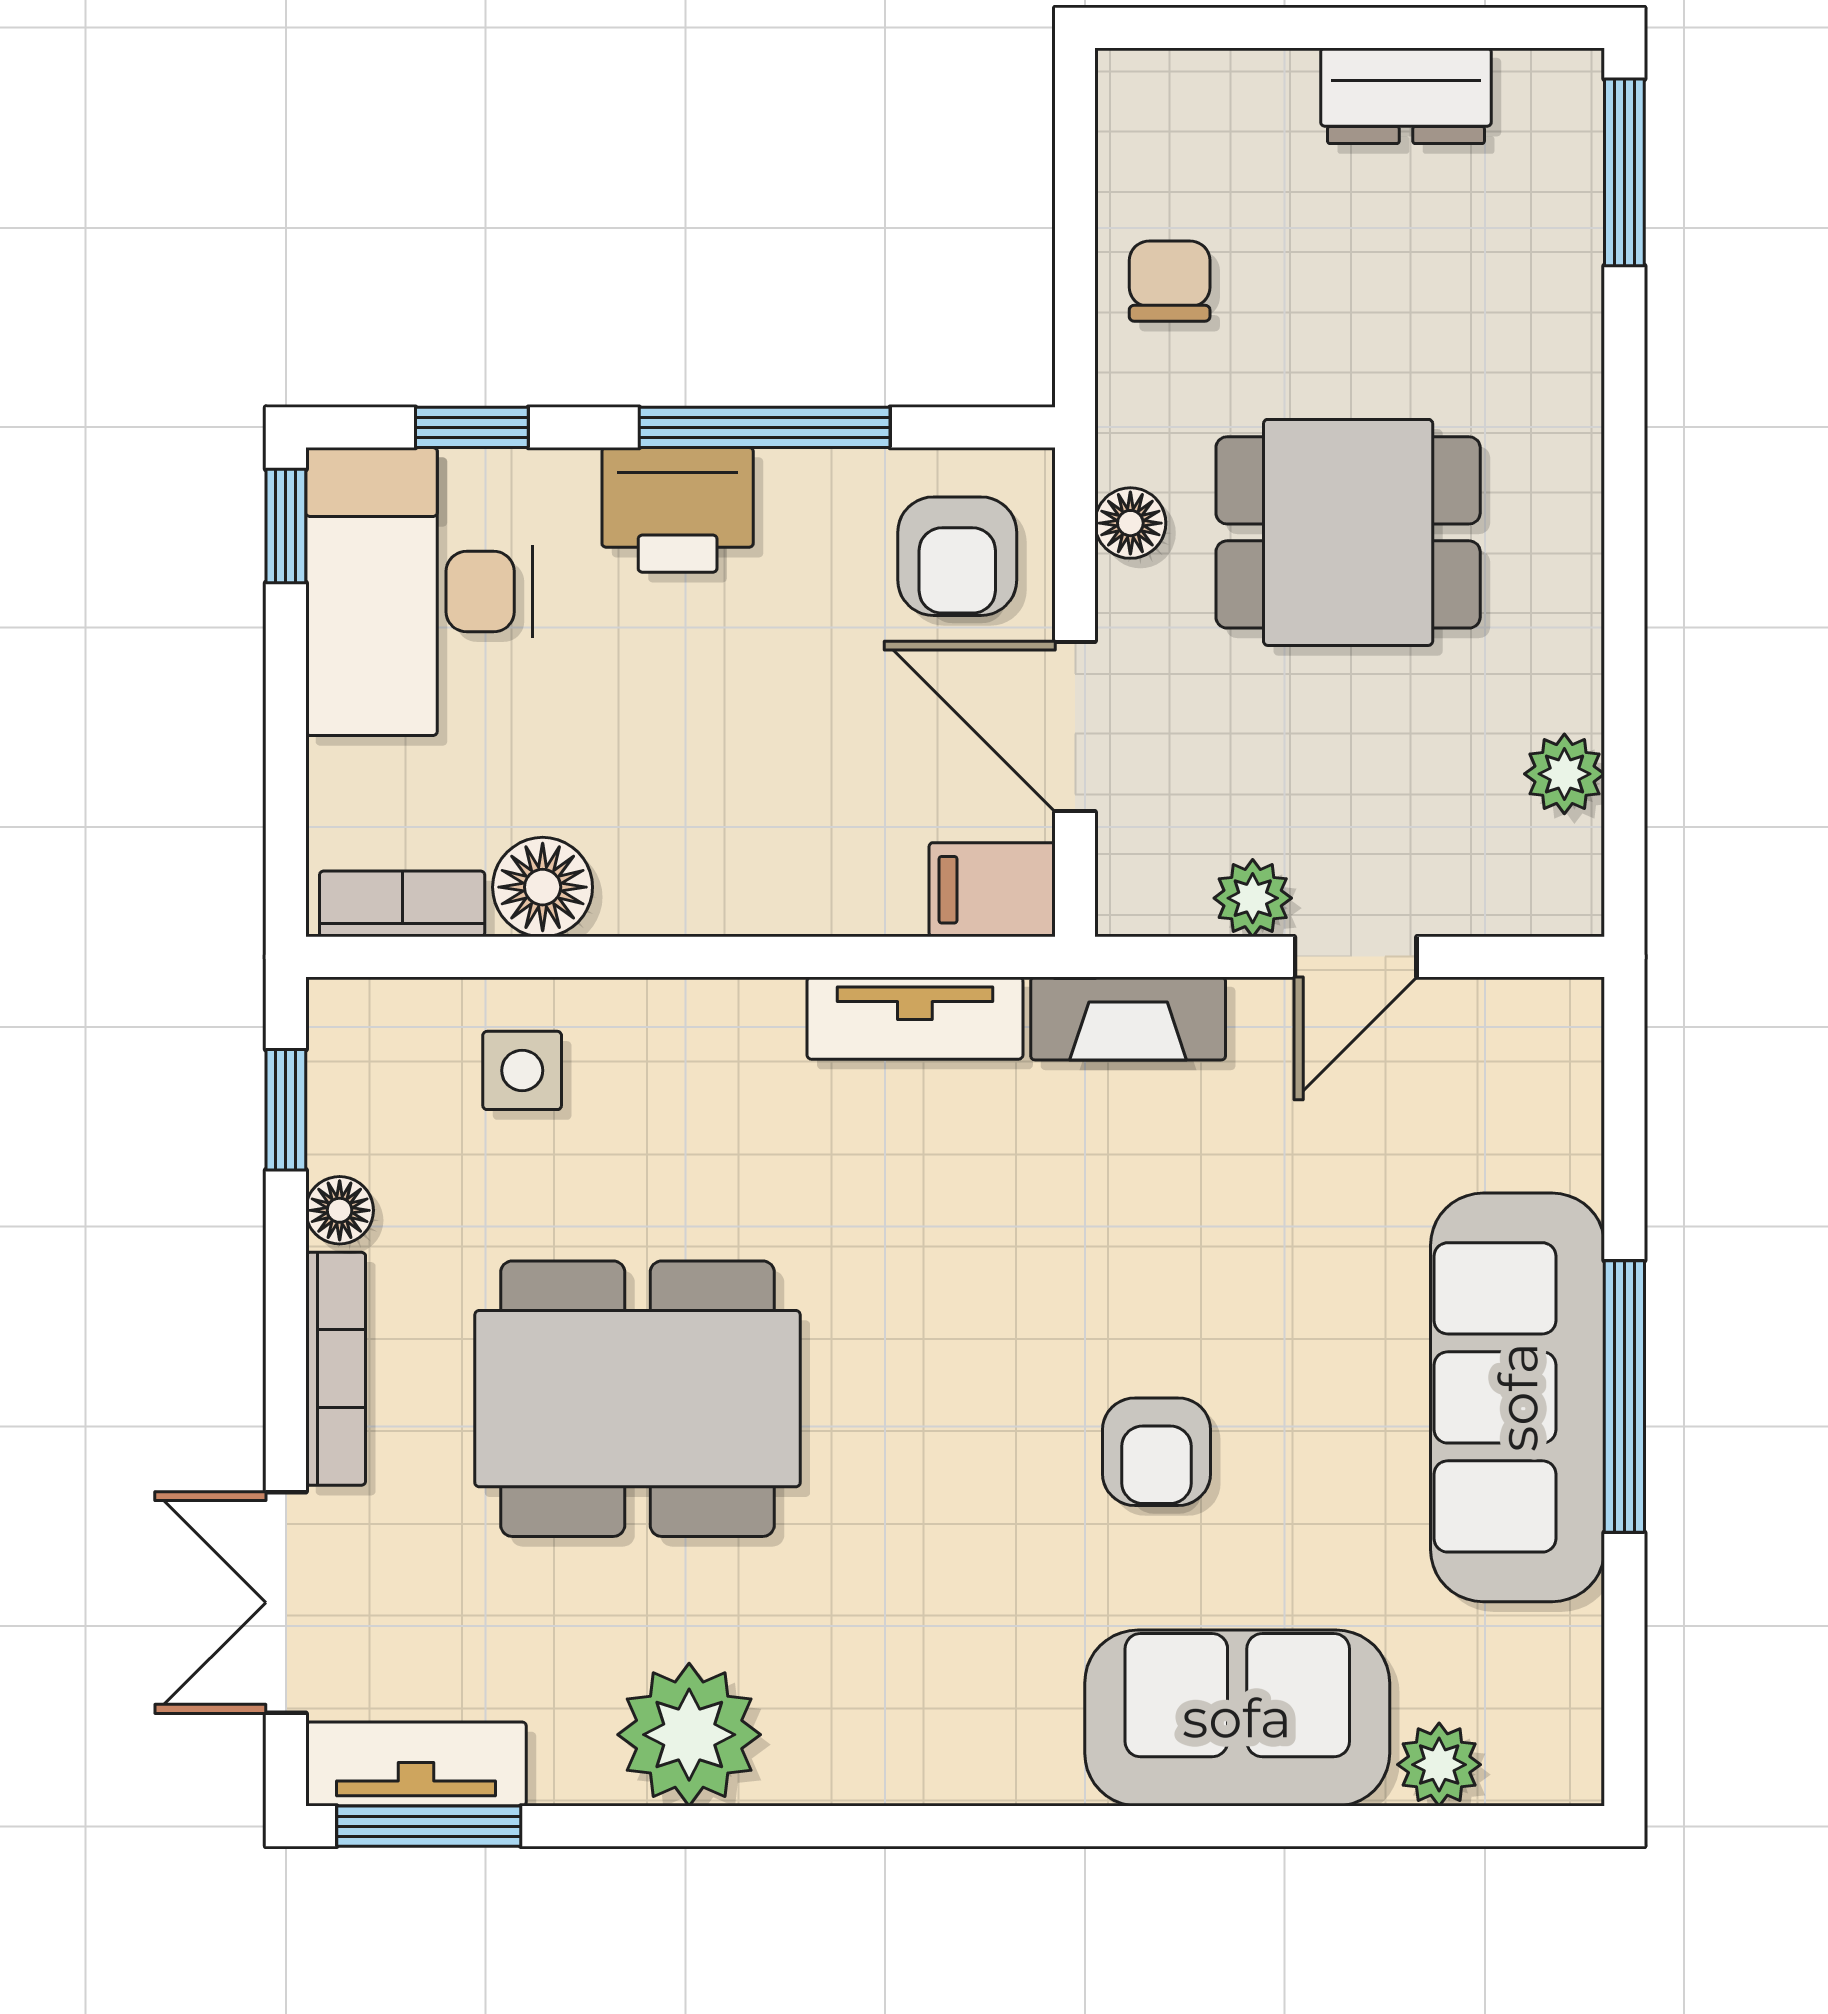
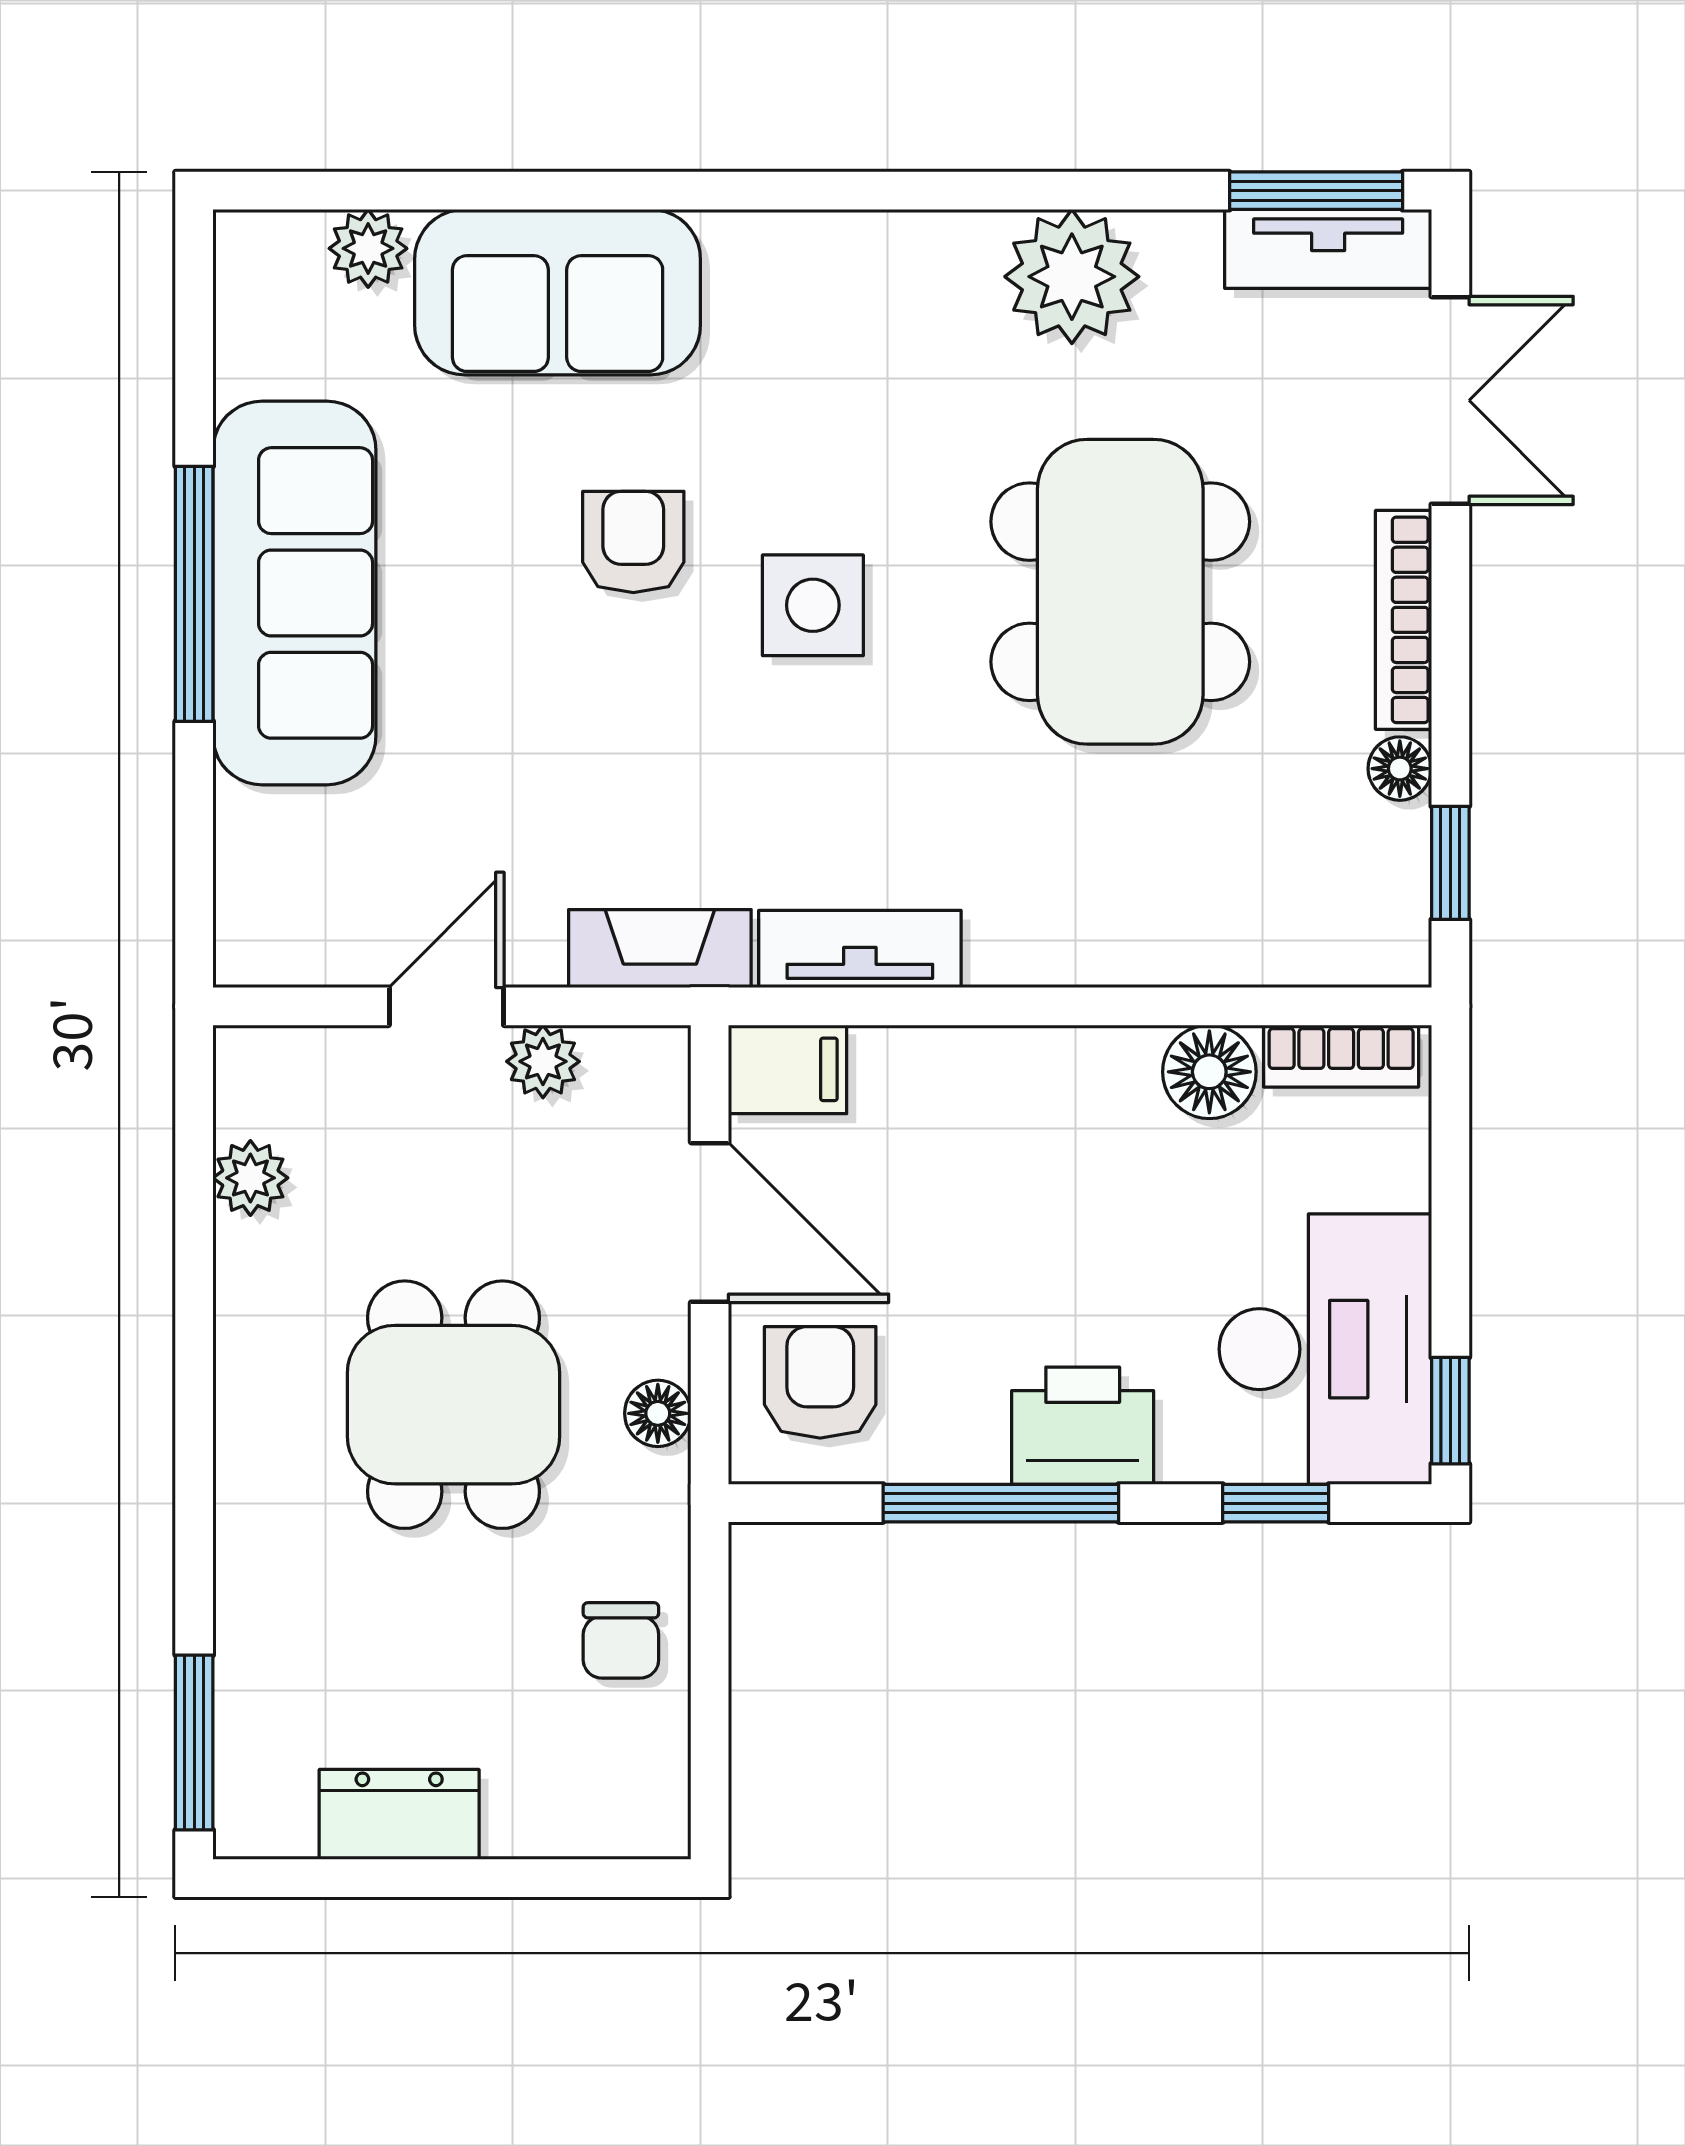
dining table: (1348, 532) -> (454, 1405), turned 90
side table: (522, 1070) -> (813, 605), moved, width x1.37, depth x1.37
dining table: (637, 1399) -> (1120, 592), turned 90

